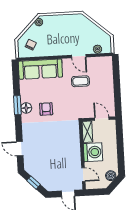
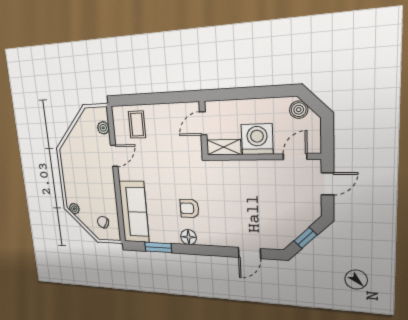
coffee table: (80, 81) -> (137, 125), moved
window: (17, 105) -> (158, 247), moved

